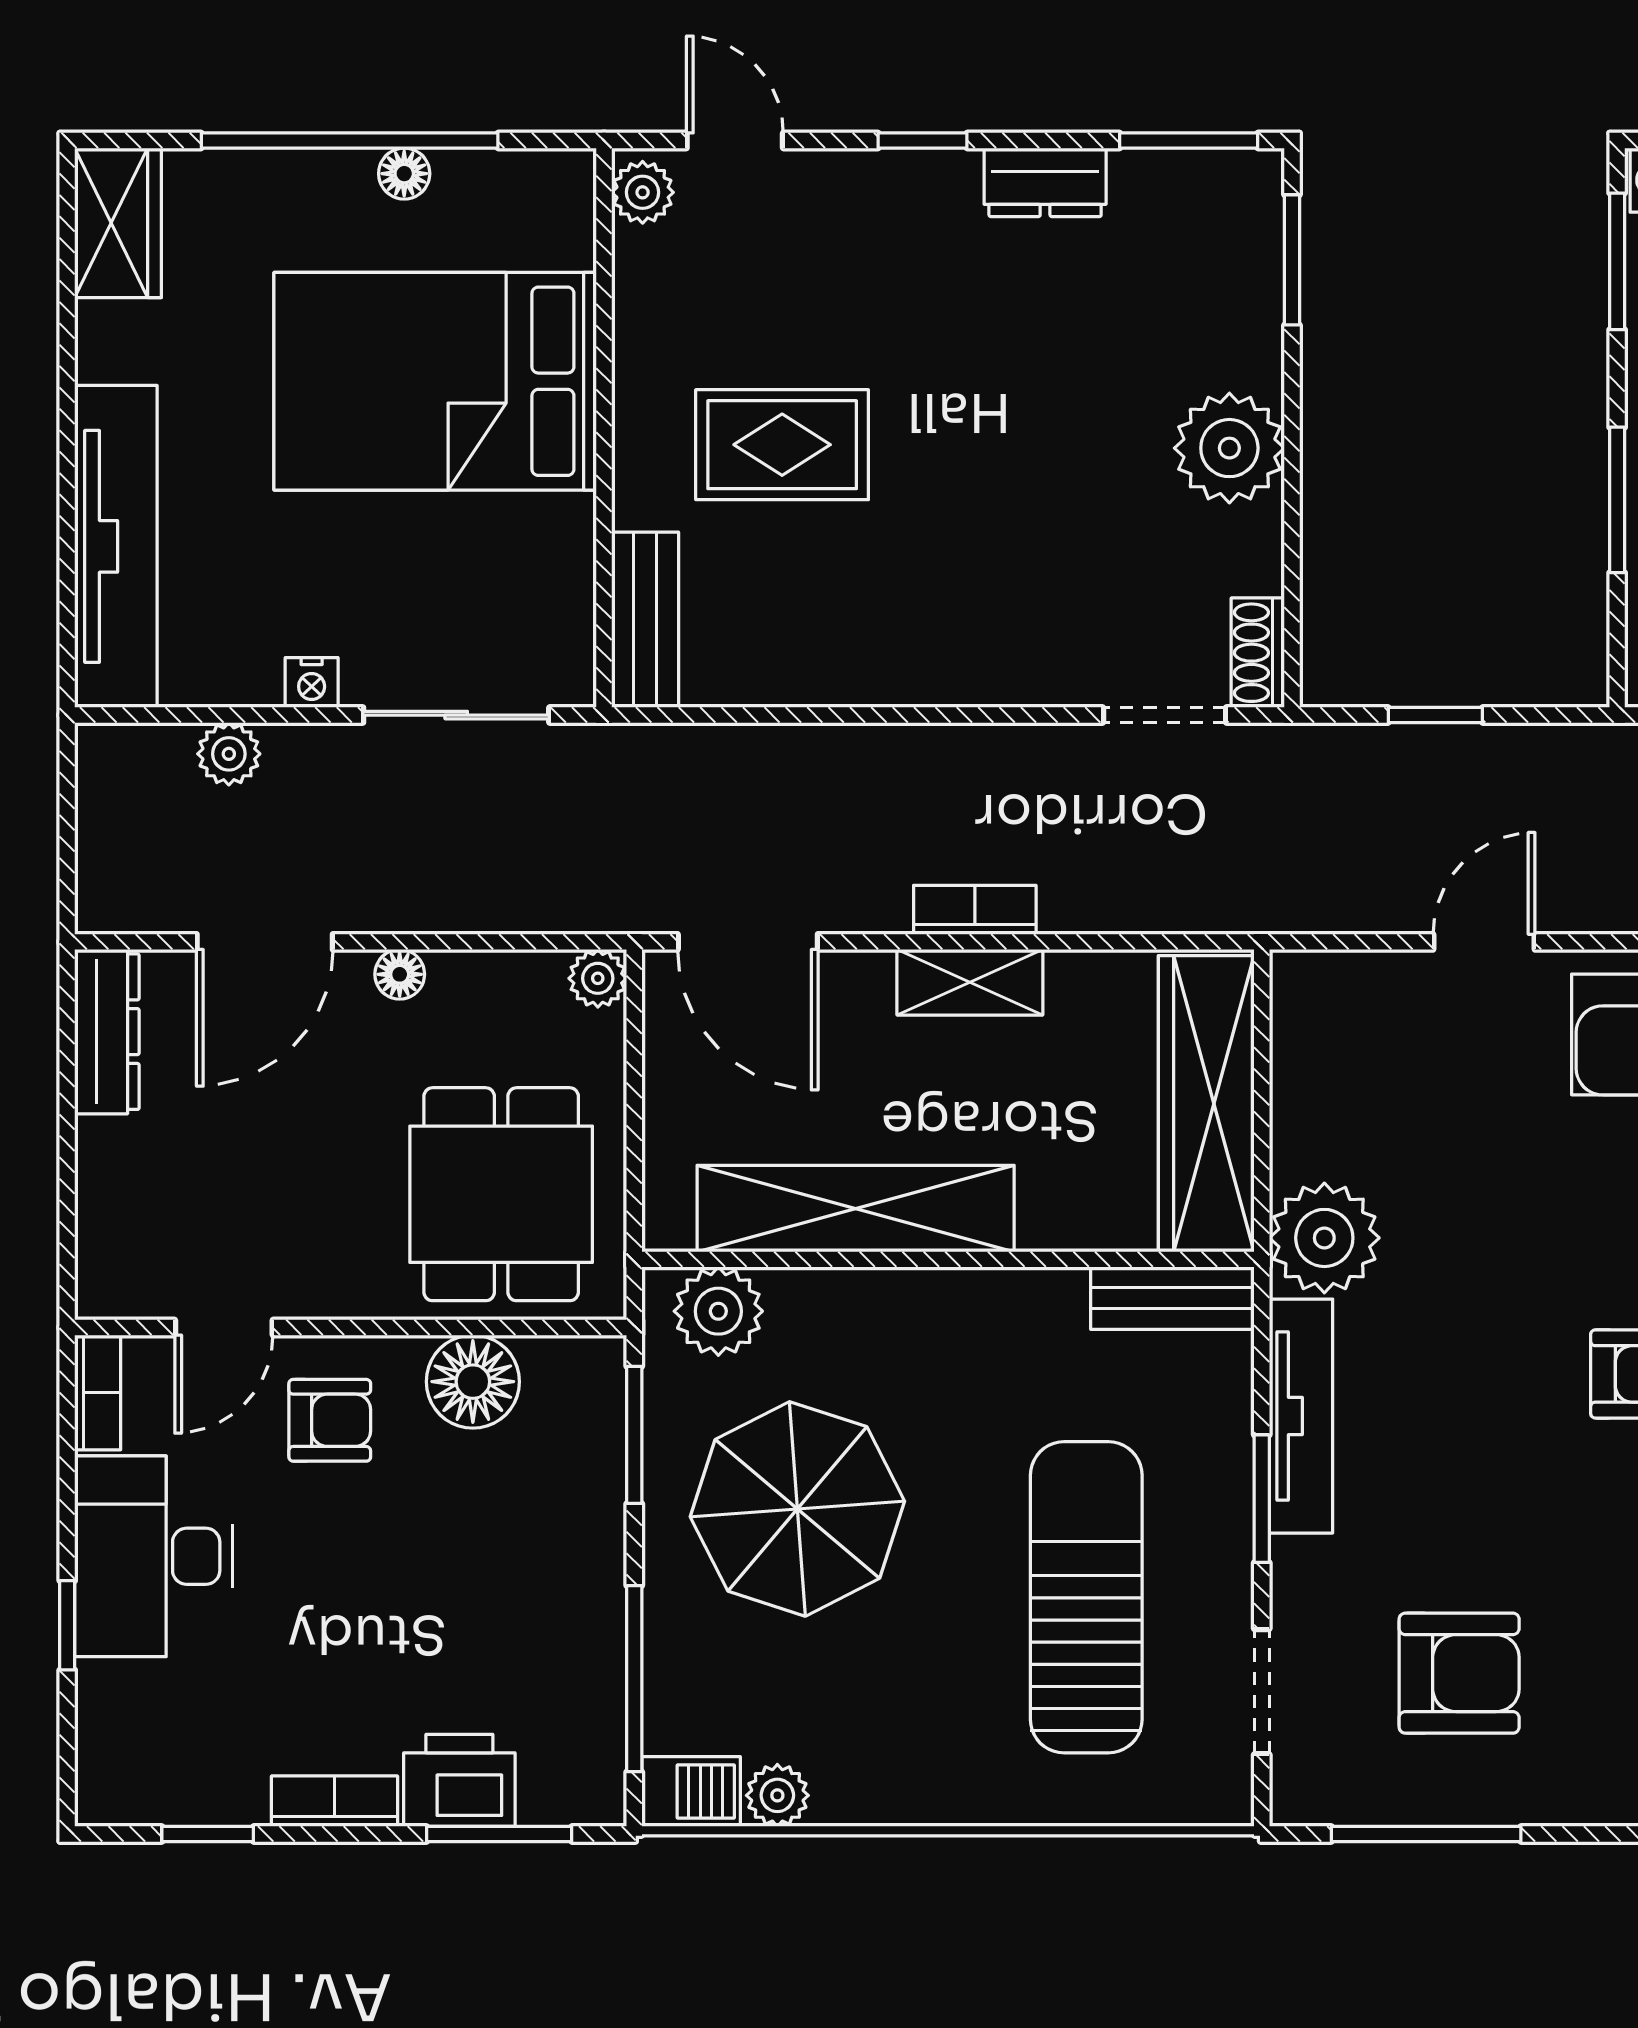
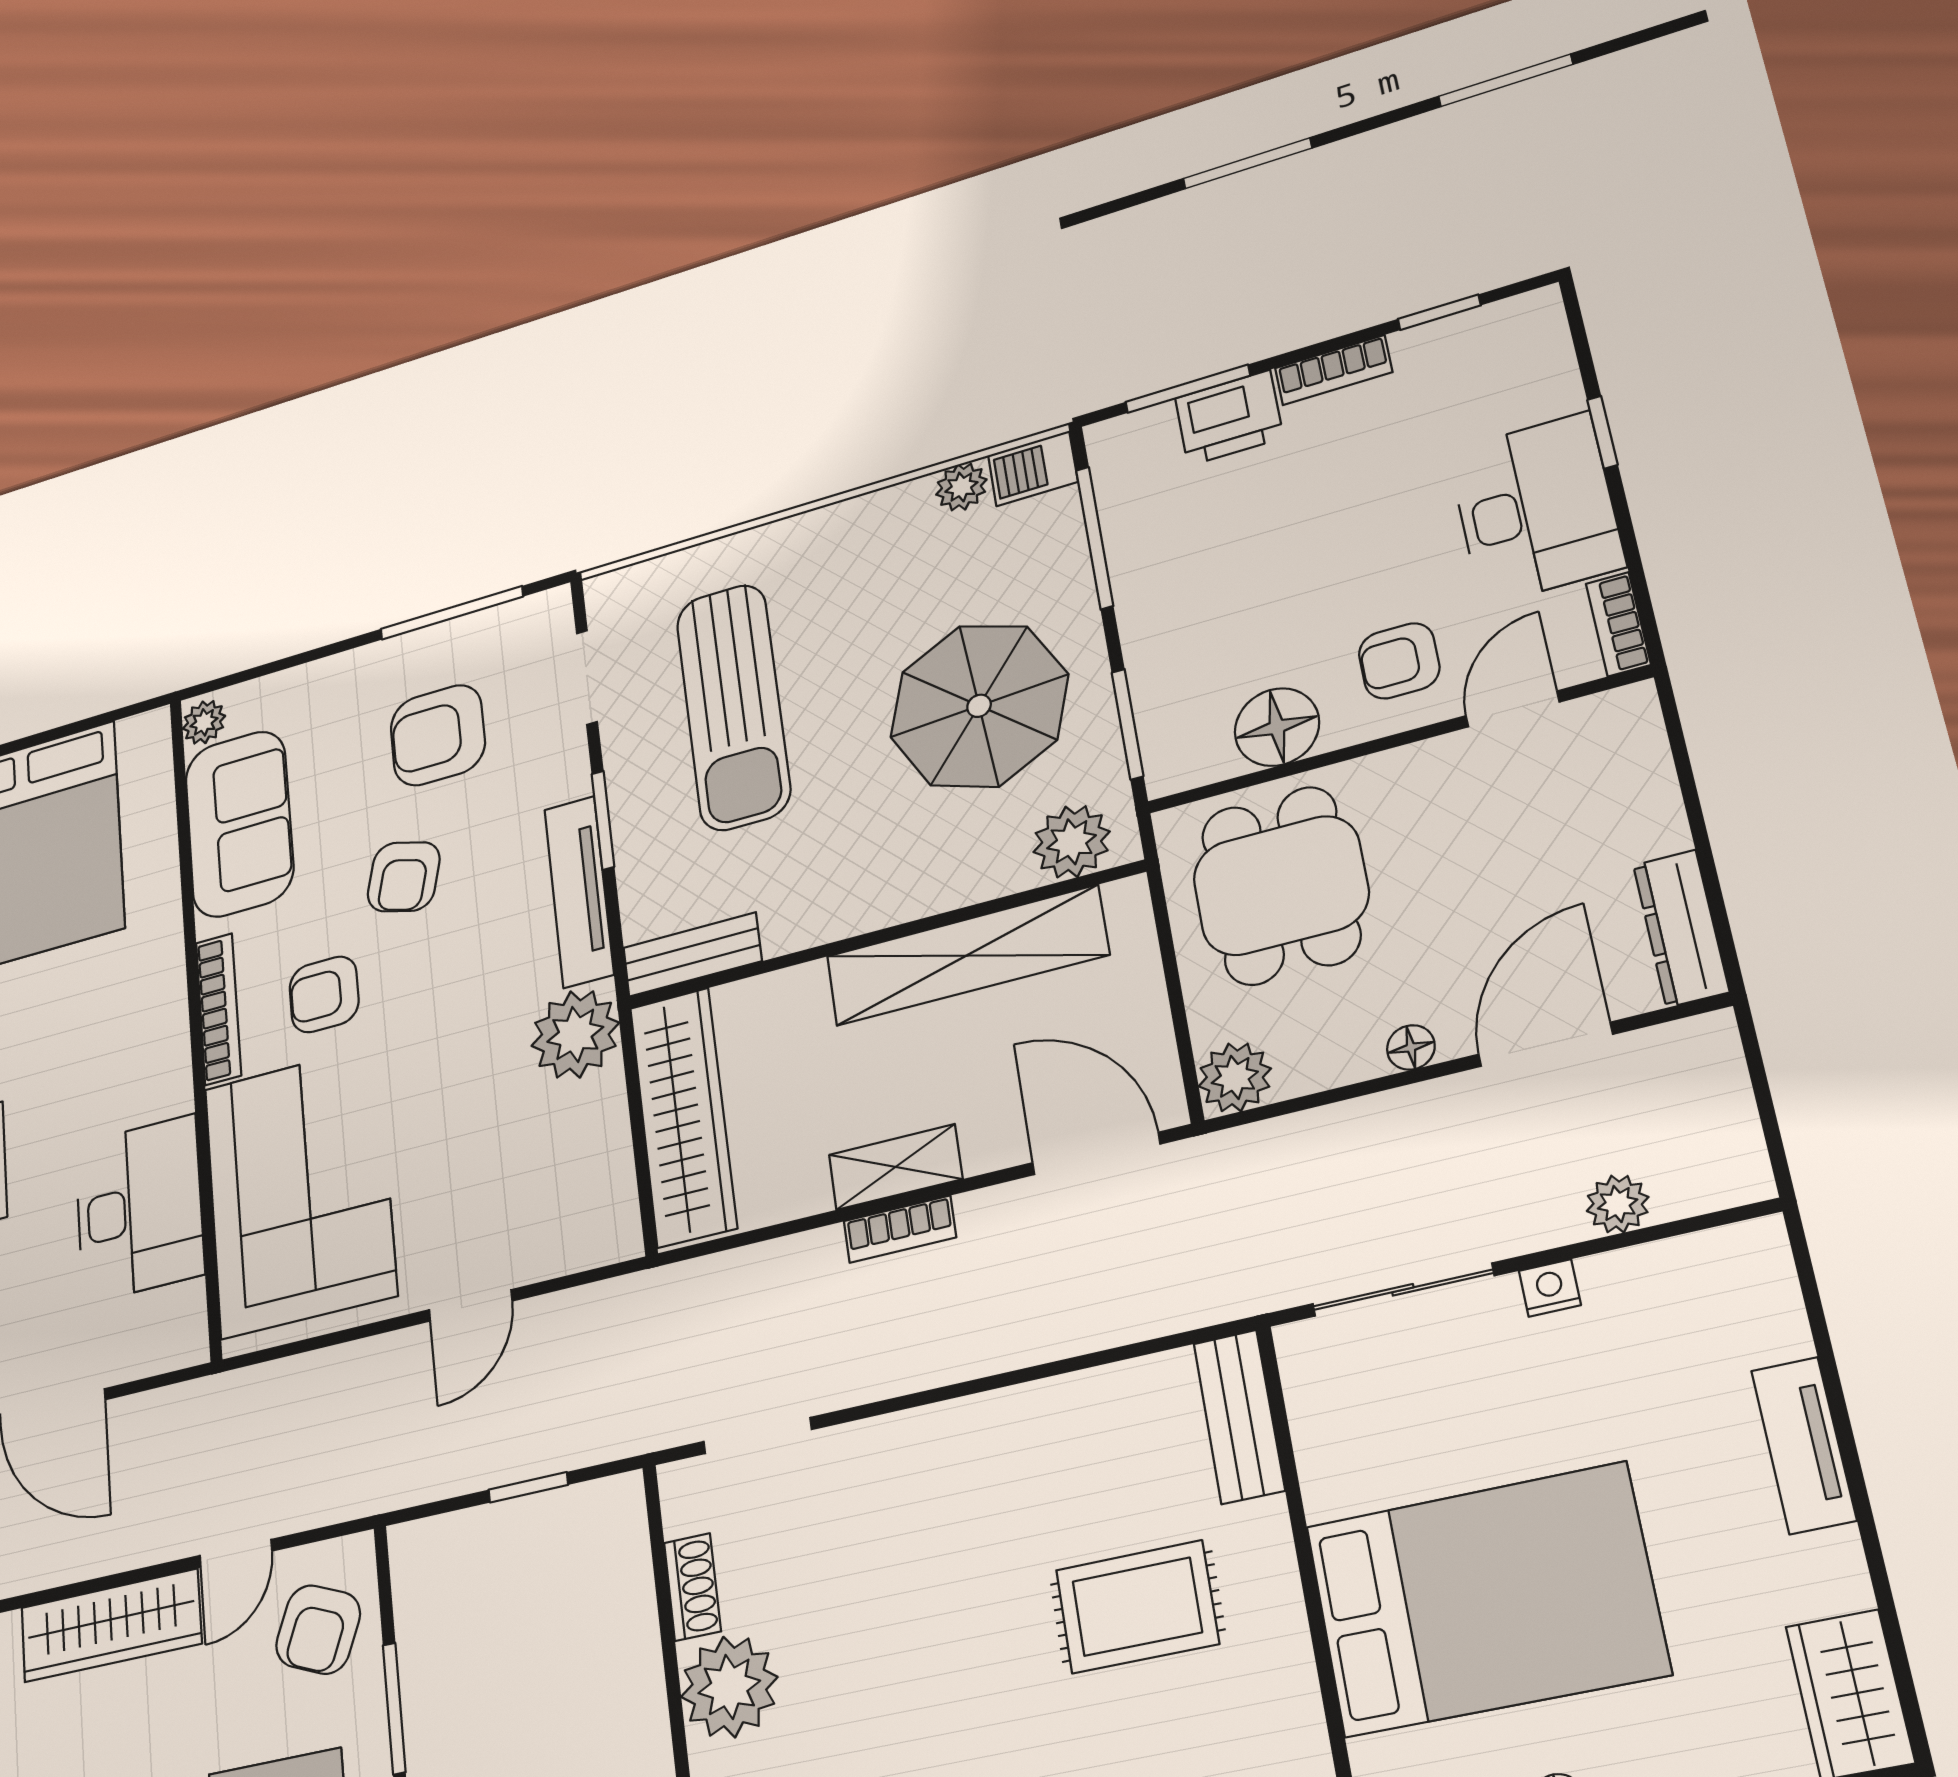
tv unit: (116, 546) -> (1804, 1445), width x0.52, depth x0.78
shoe rack: (1258, 653) -> (692, 1587), moved
plant: (598, 978) -> (1235, 1077), width x1.38, depth x1.38
armchair: (1520, 1498) -> (404, 877), added

